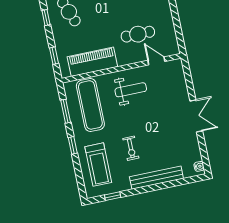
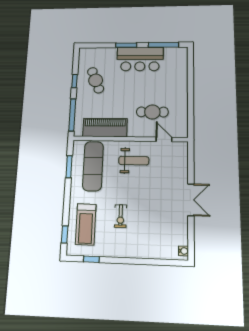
window: (54, 56) -> (72, 115), width x2.17
window: (73, 145) -> (65, 234), moved
bench: (156, 178) -> (138, 252), removed

